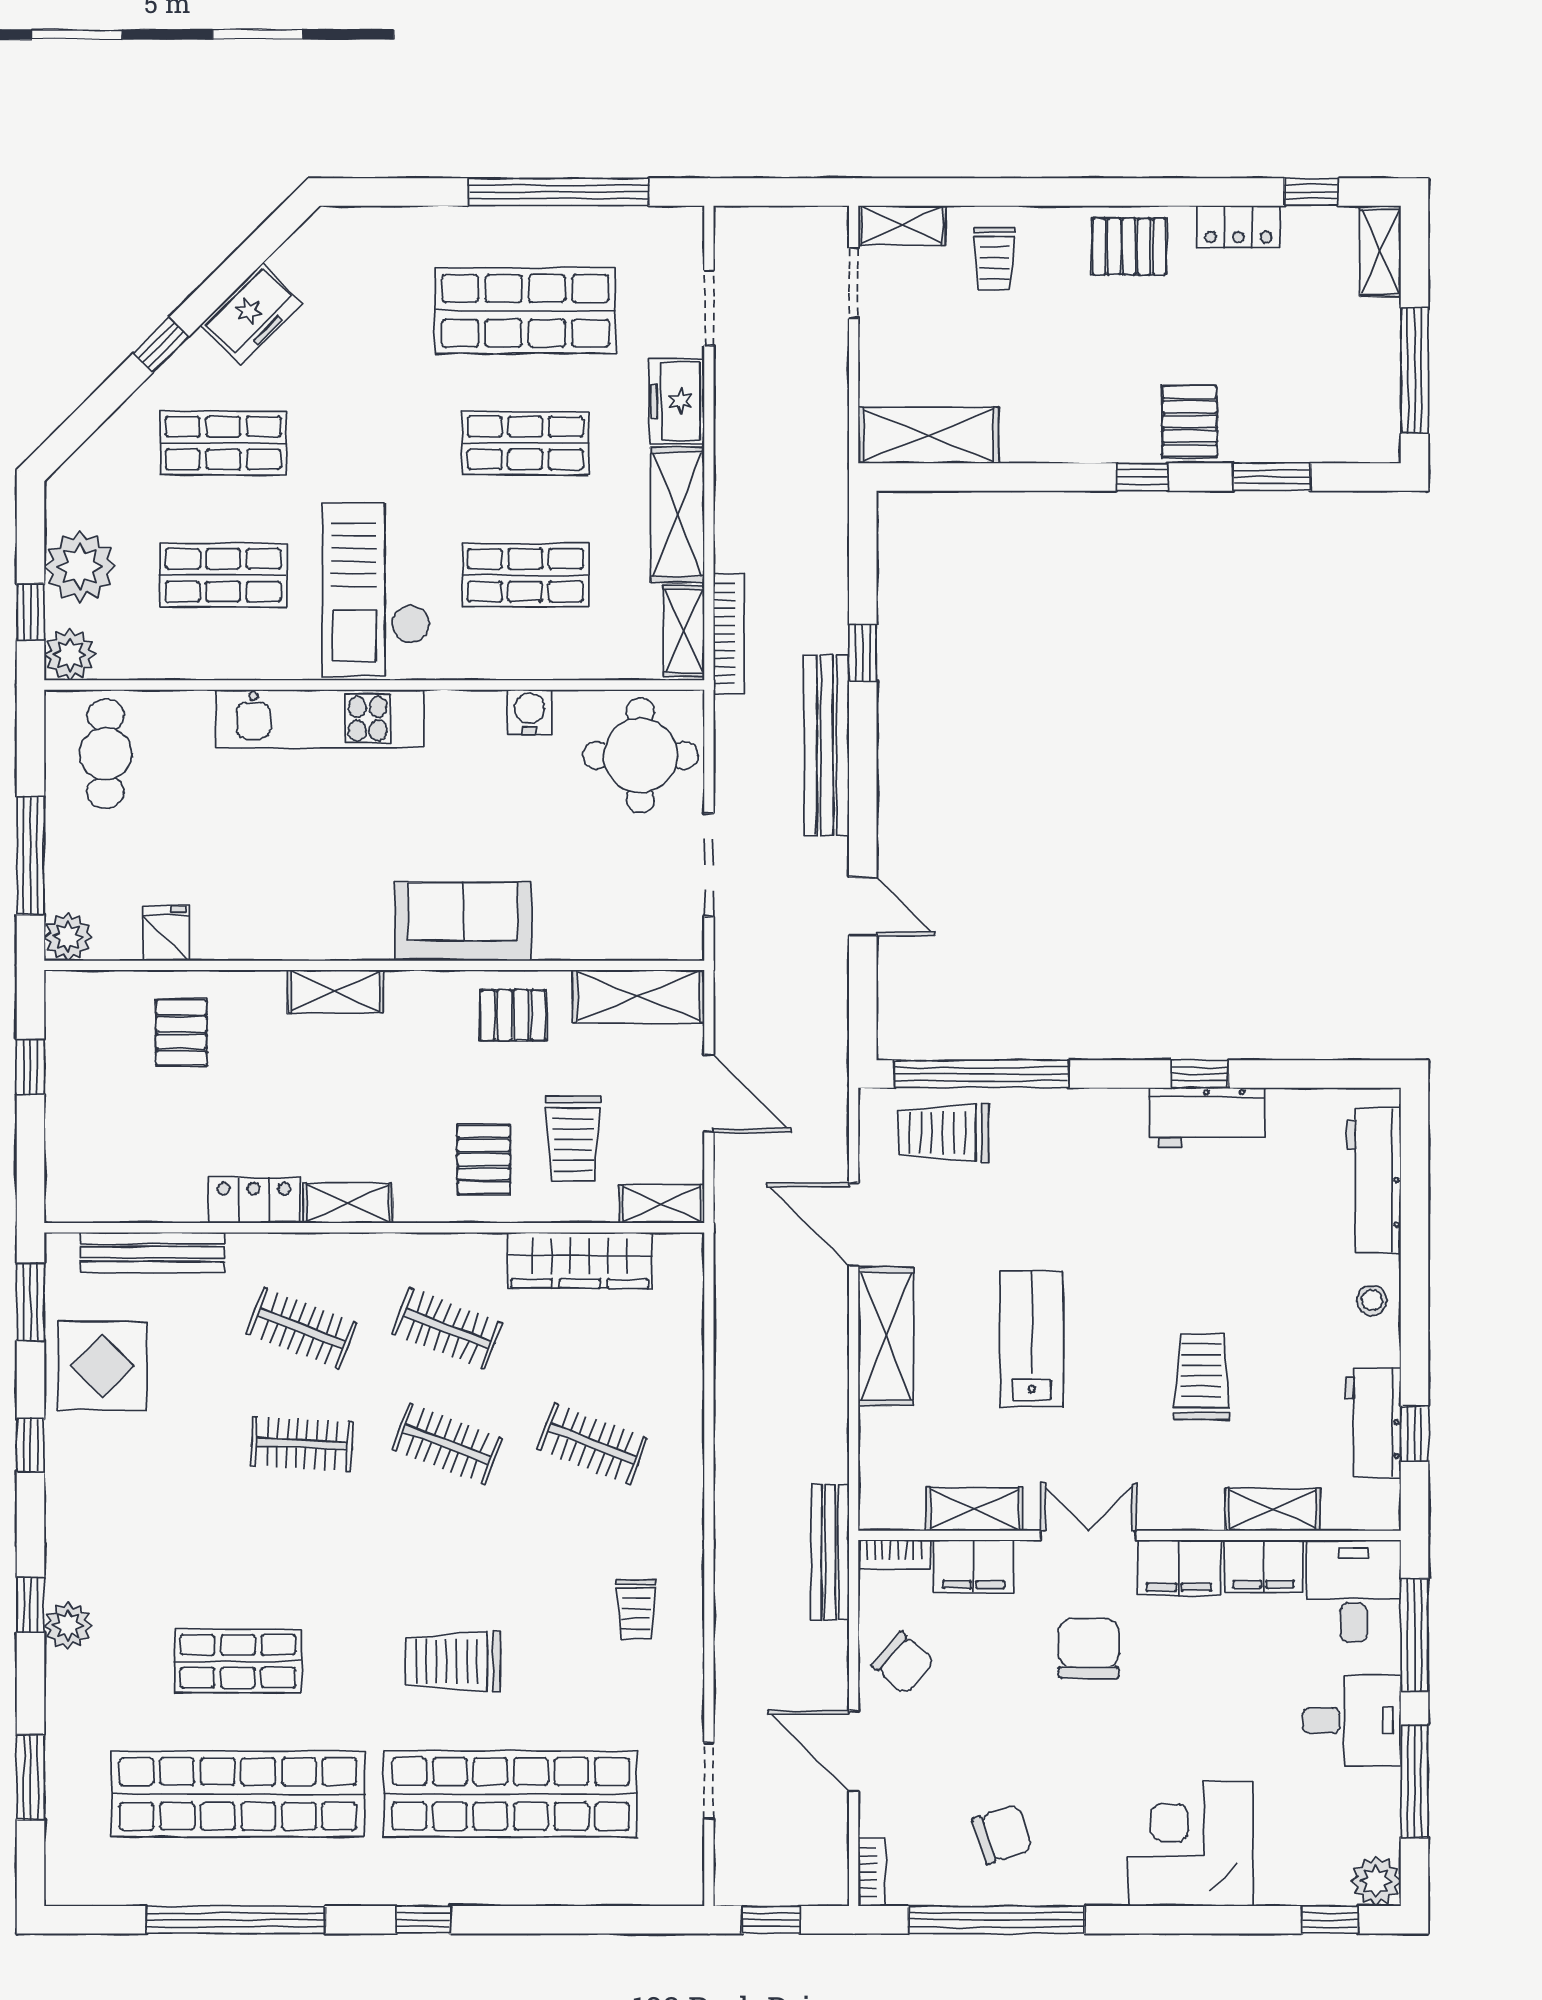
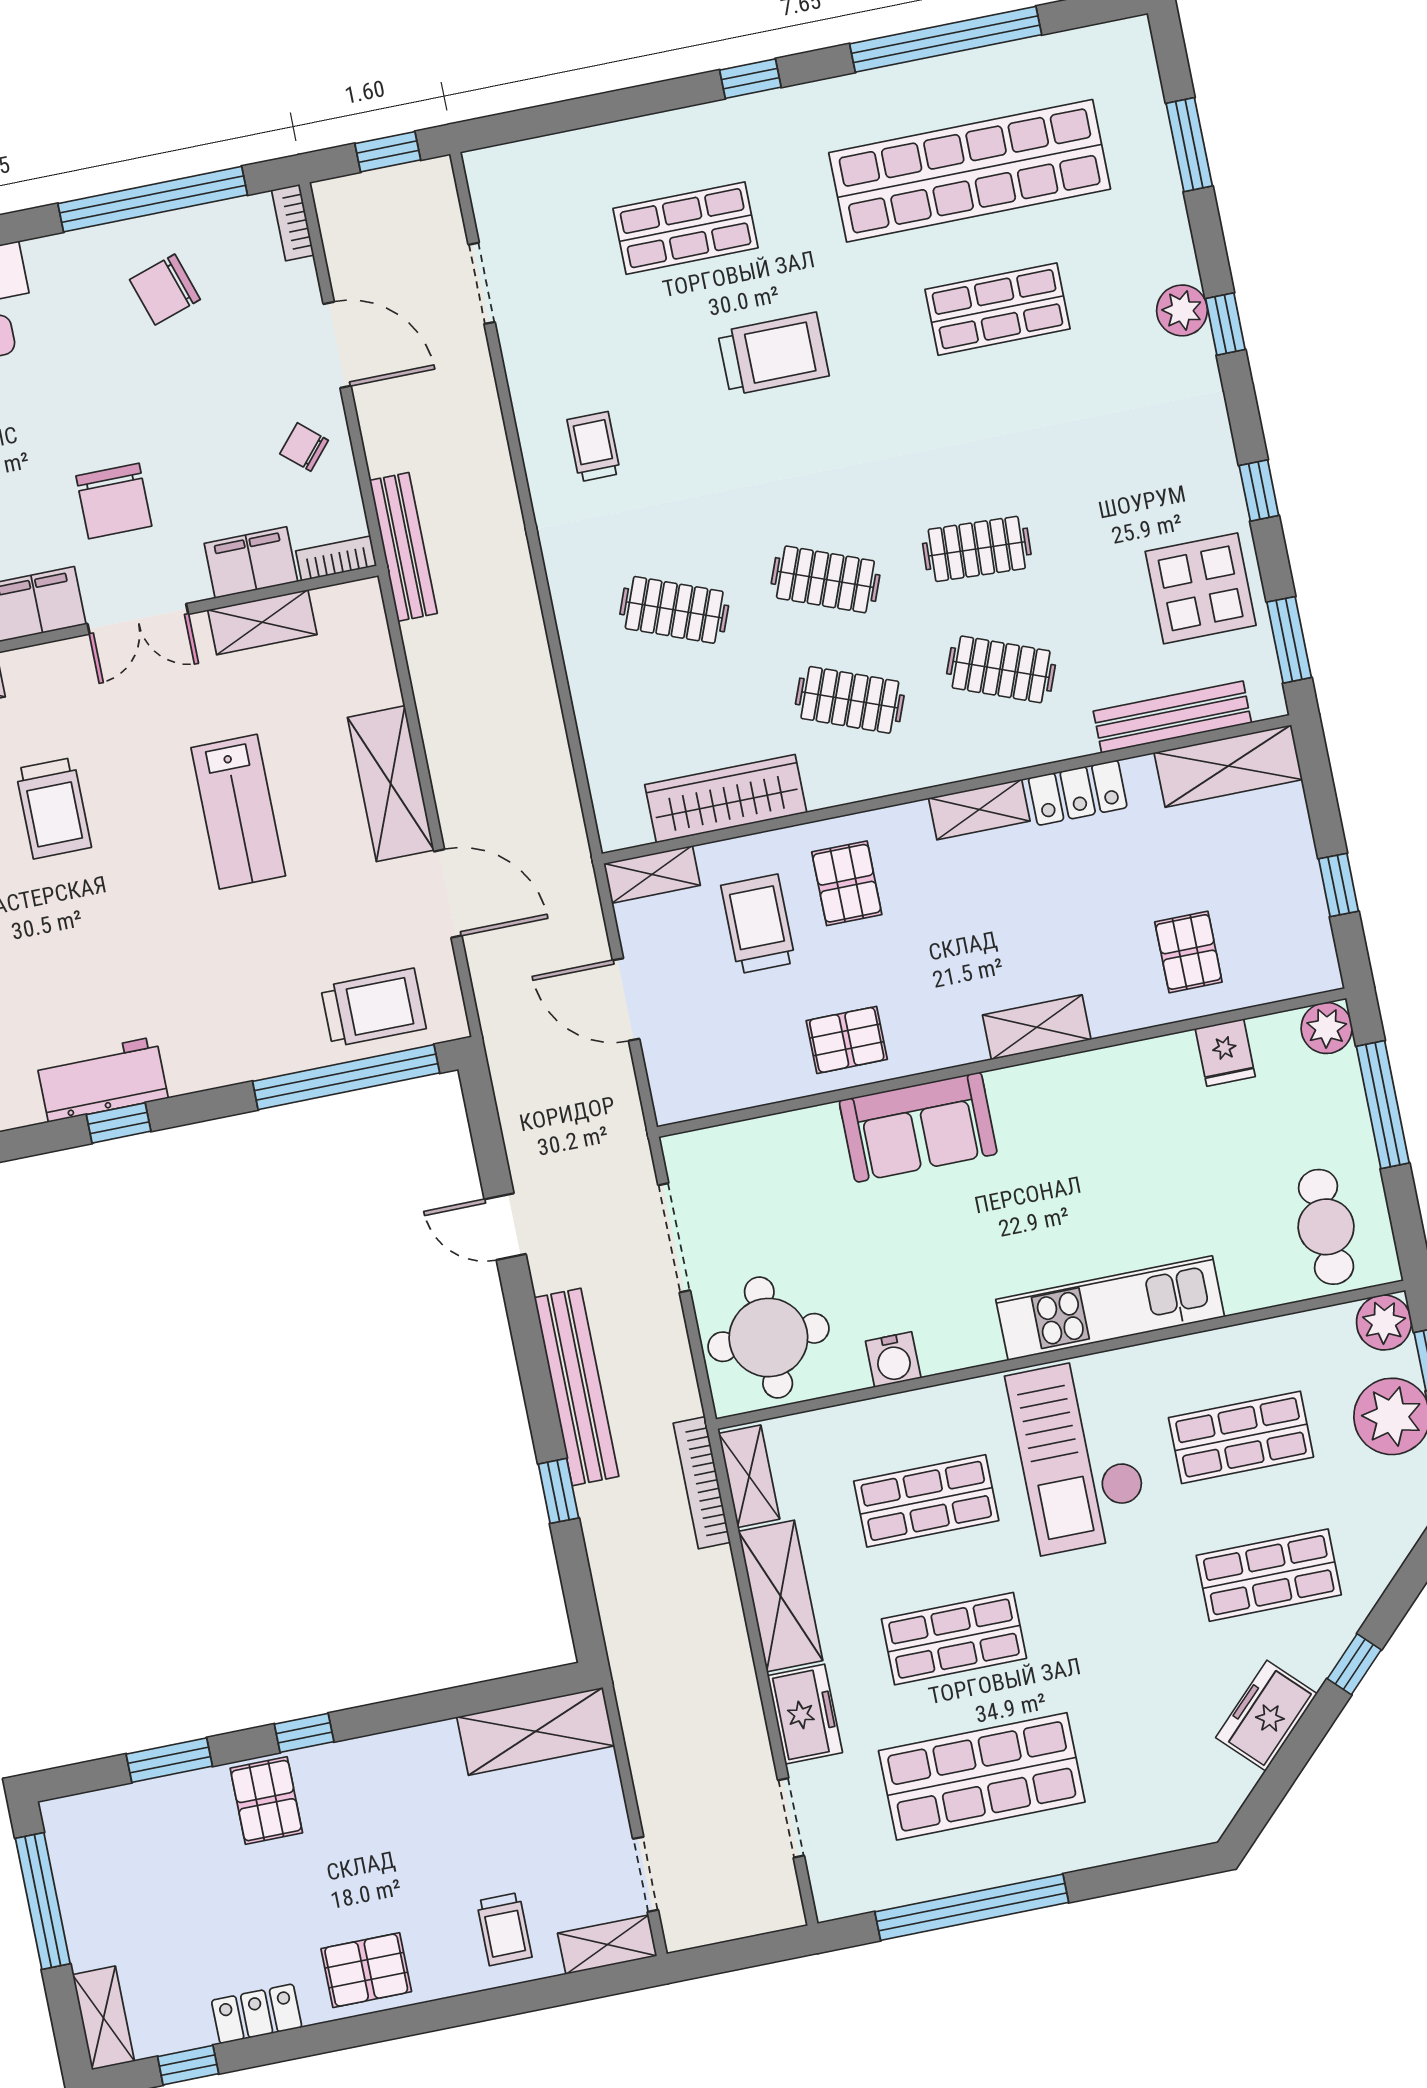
trolley: (994, 259) -> (504, 1929), turned 180
checkout: (376, 589) -> (1079, 1455), turned 180
shelving: (638, 996) -> (1228, 766), moved
chair: (903, 1663) -> (304, 447), width x0.73, depth x0.73
shop shelf: (511, 1794) -> (686, 228), width x0.50, depth x0.74

